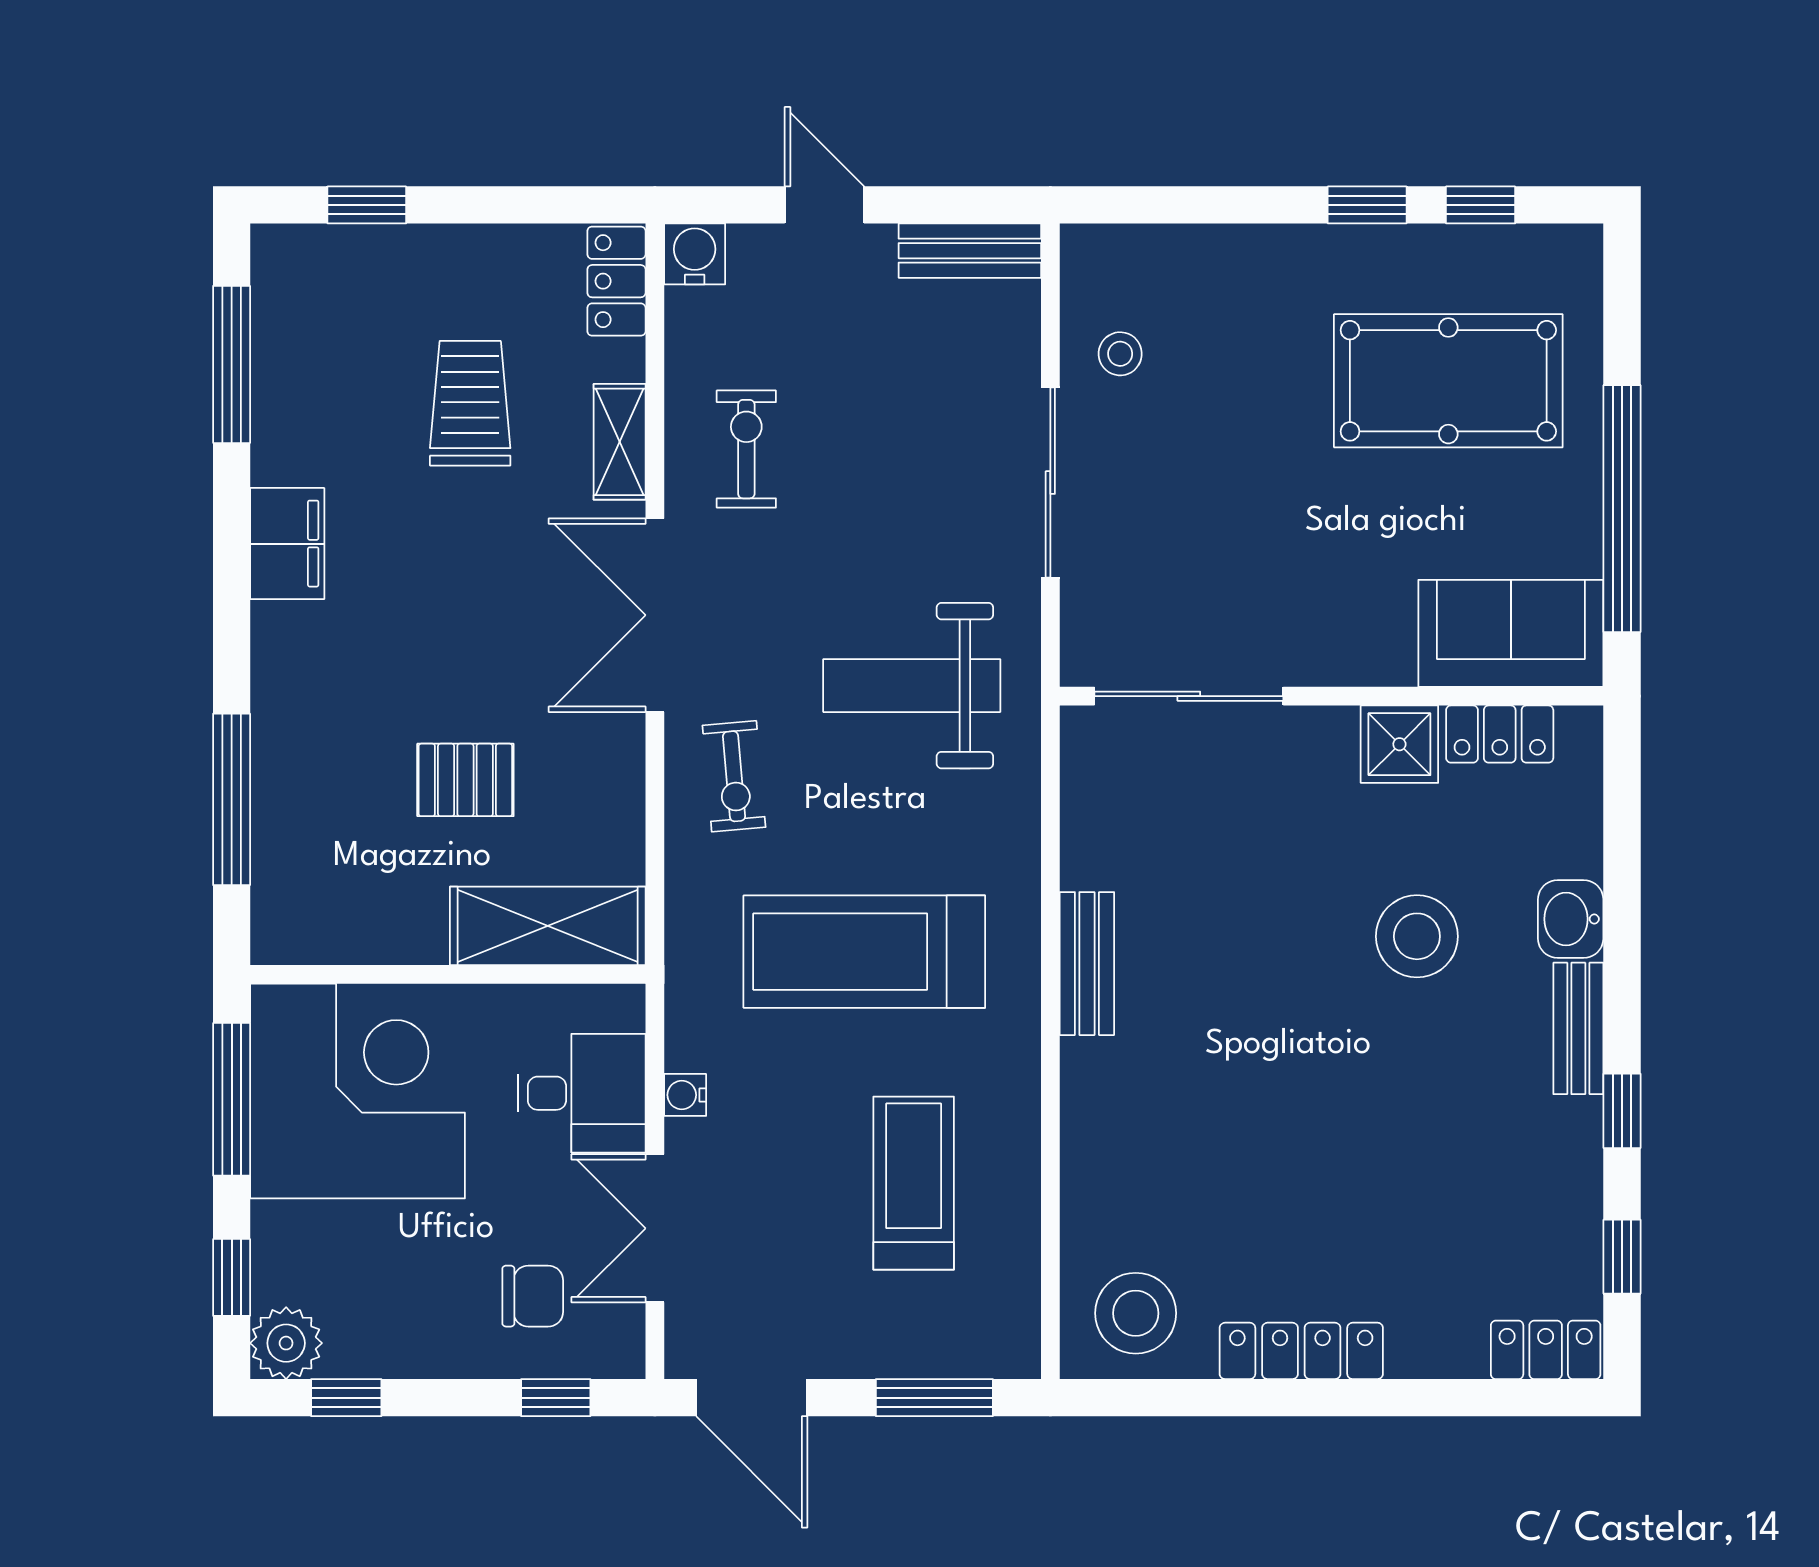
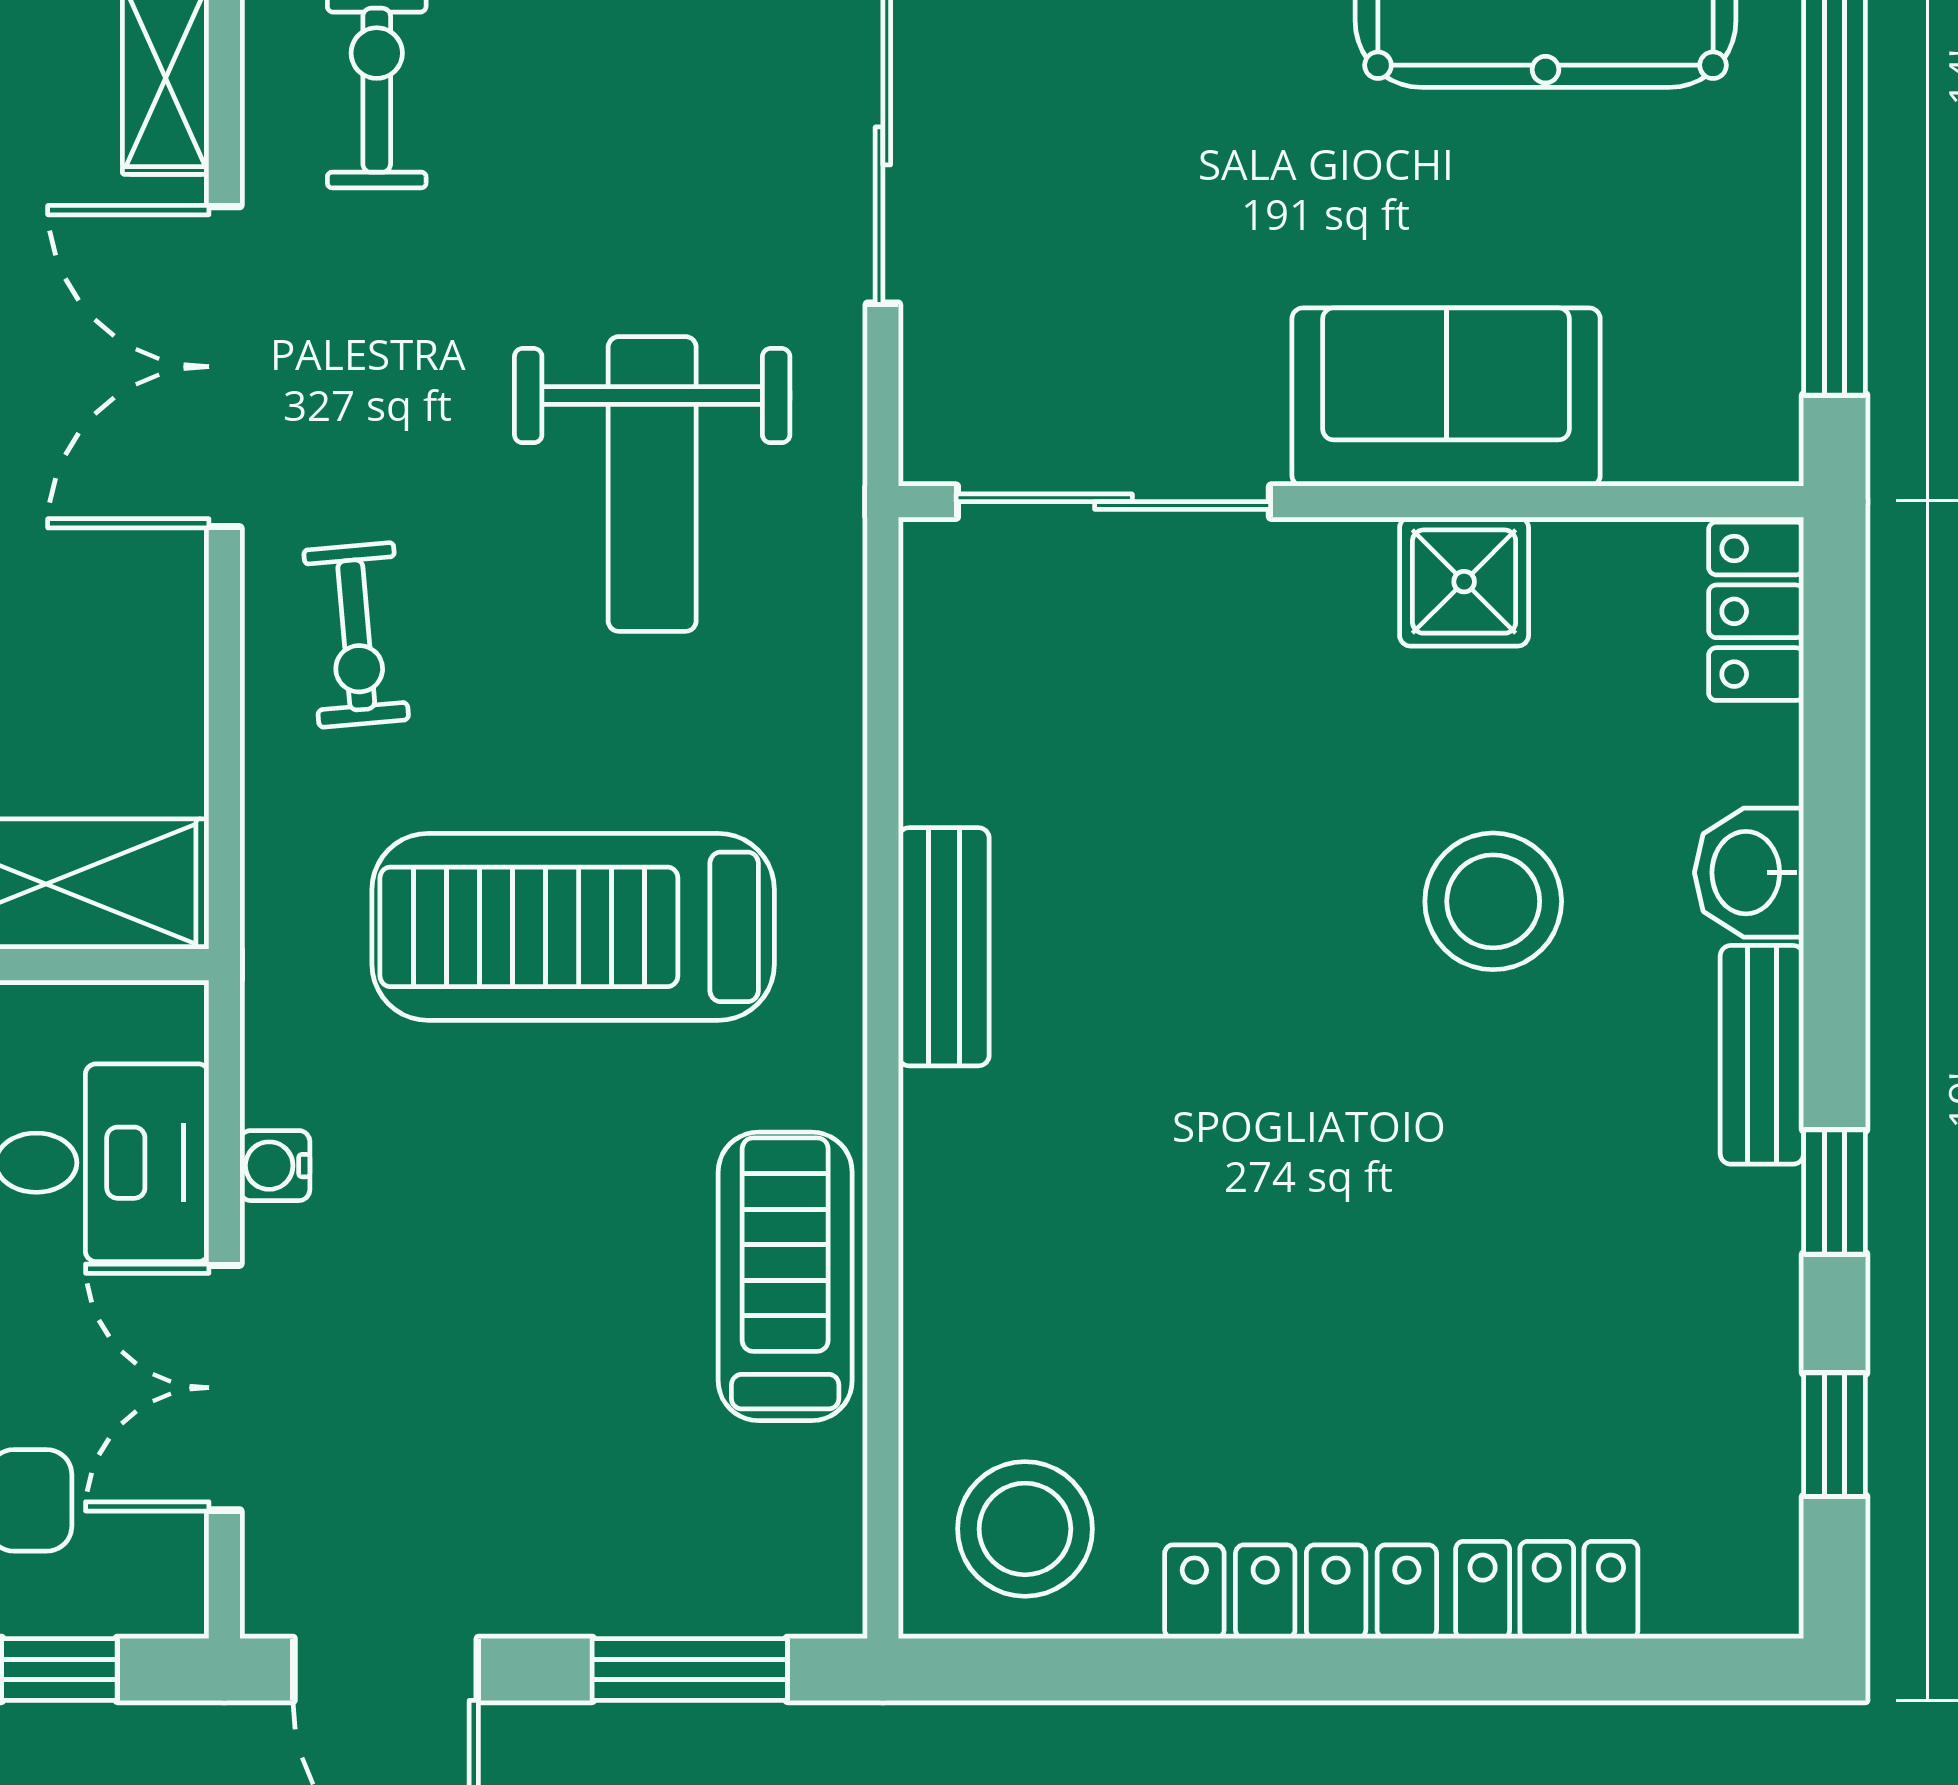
sofa: (1511, 633) -> (1446, 397), moved
weight bench: (912, 686) -> (652, 484), turned -90
locker: (1500, 734) -> (1756, 611), moved, turned 90
treadmill: (914, 1183) -> (785, 1276), moved
locker: (1546, 1350) -> (1547, 1590), moved

